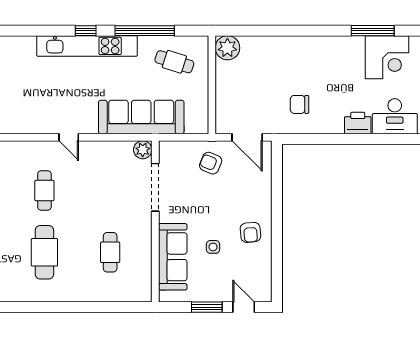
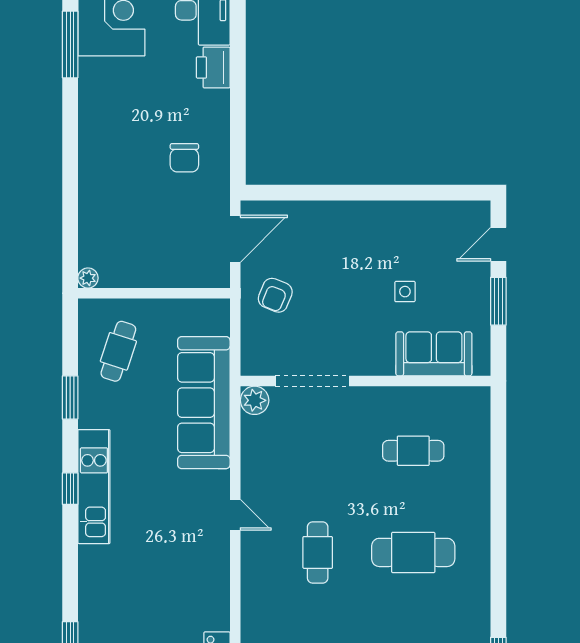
window: (145, 31) -> (70, 397), width x0.47
kitchen unit: (87, 46) -> (94, 487), width x0.73
plant: (227, 48) -> (88, 278), width x0.53, depth x0.53
door: (69, 137) -> (235, 515), hinge flipped
cafe table: (44, 191) -> (318, 552), turned 90
armchair: (250, 232) -> (382, 234), removed
sofa: (173, 257) -> (434, 354), width x0.73

